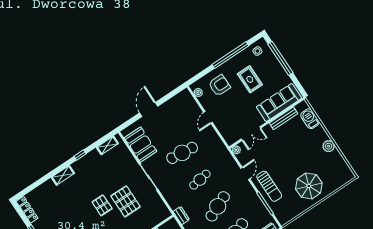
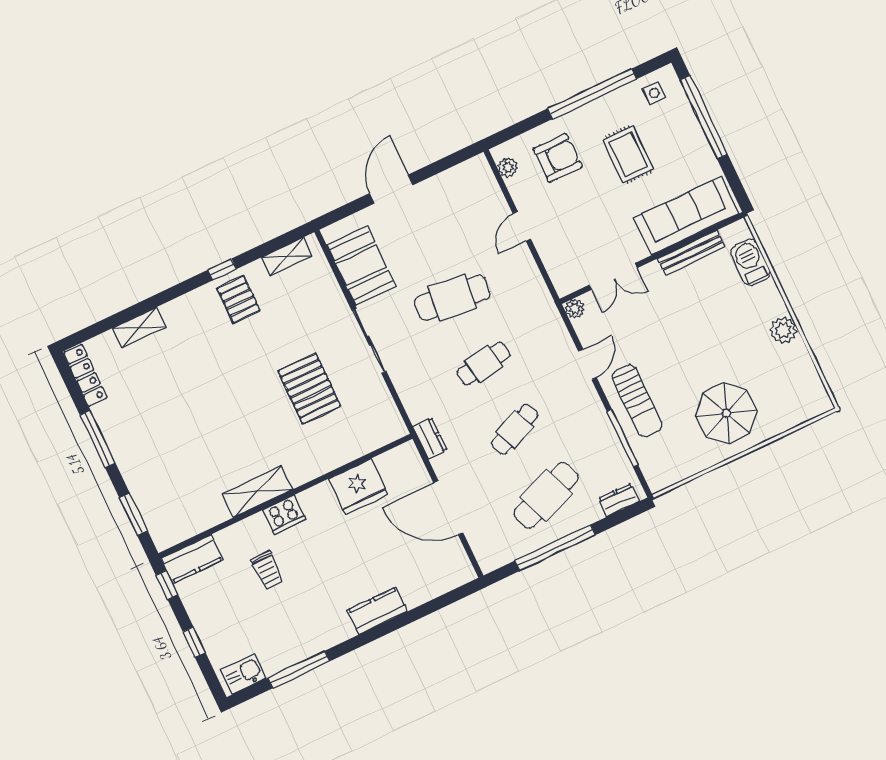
shelving: (63, 175) -> (139, 327), moved
pallet: (102, 205) -> (238, 299), moved
cafe table: (218, 206) -> (515, 429), width x0.73, depth x0.74

